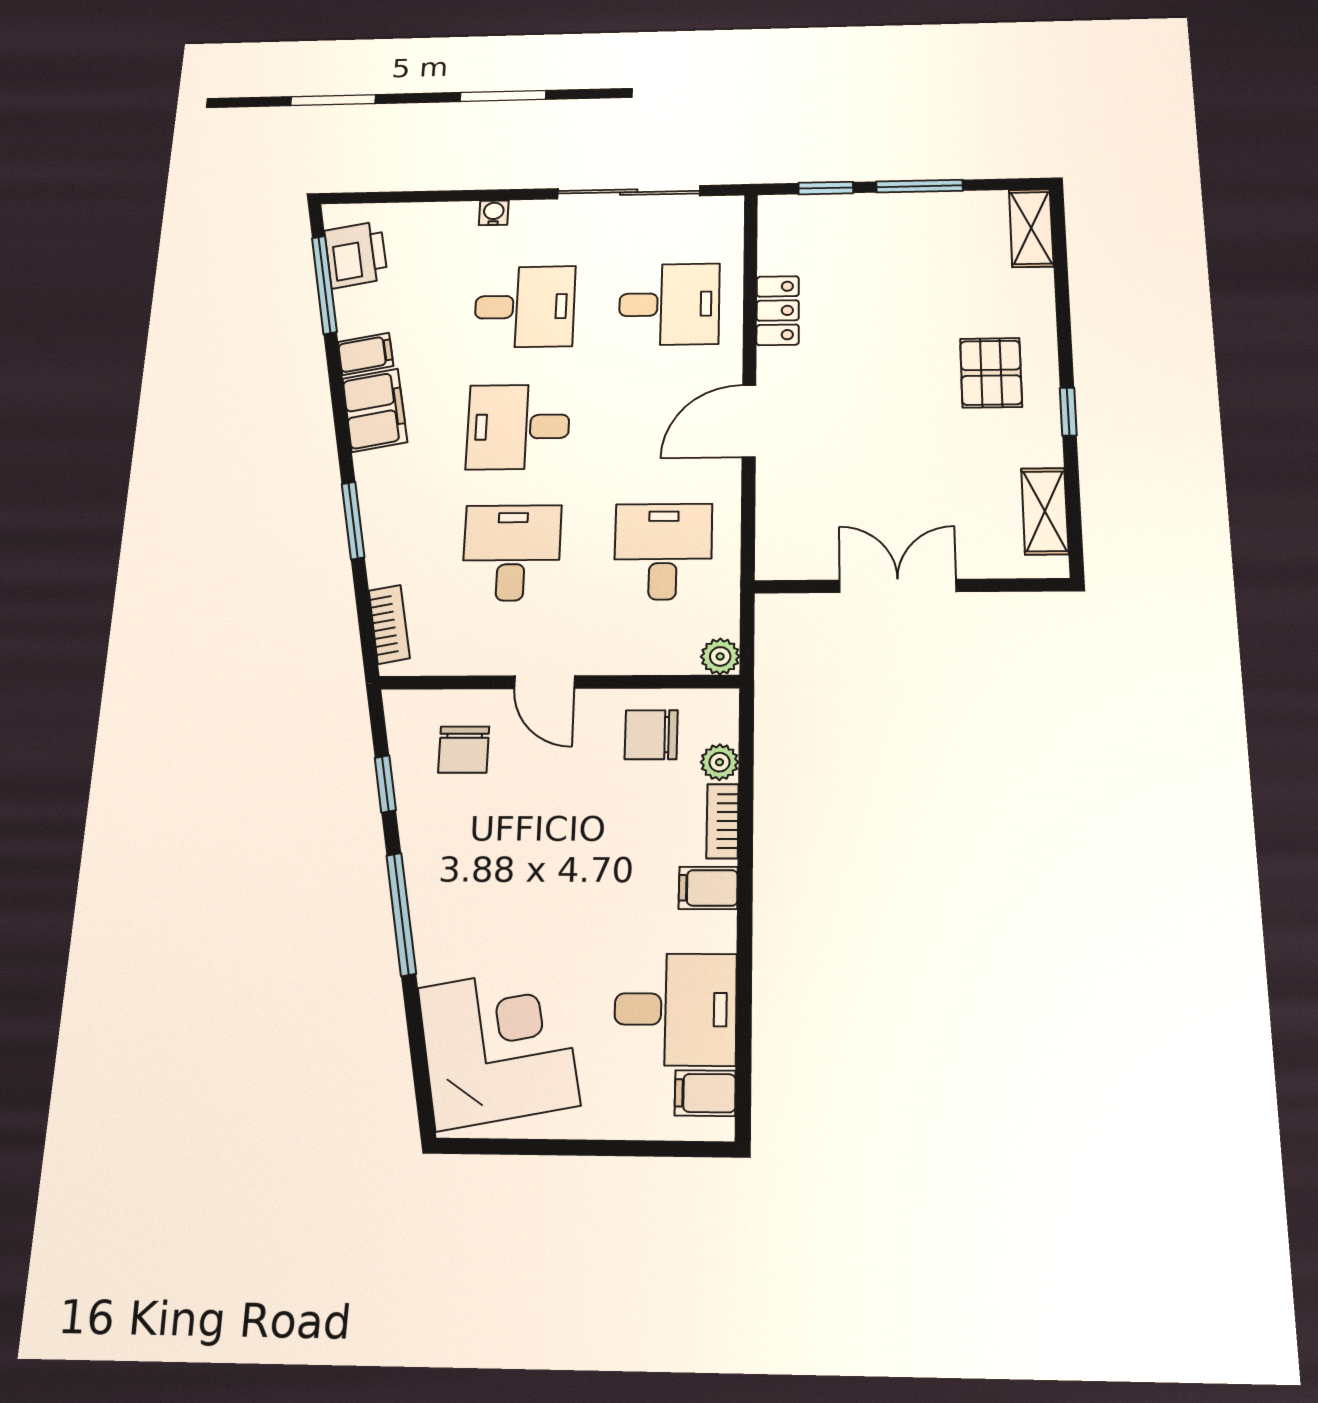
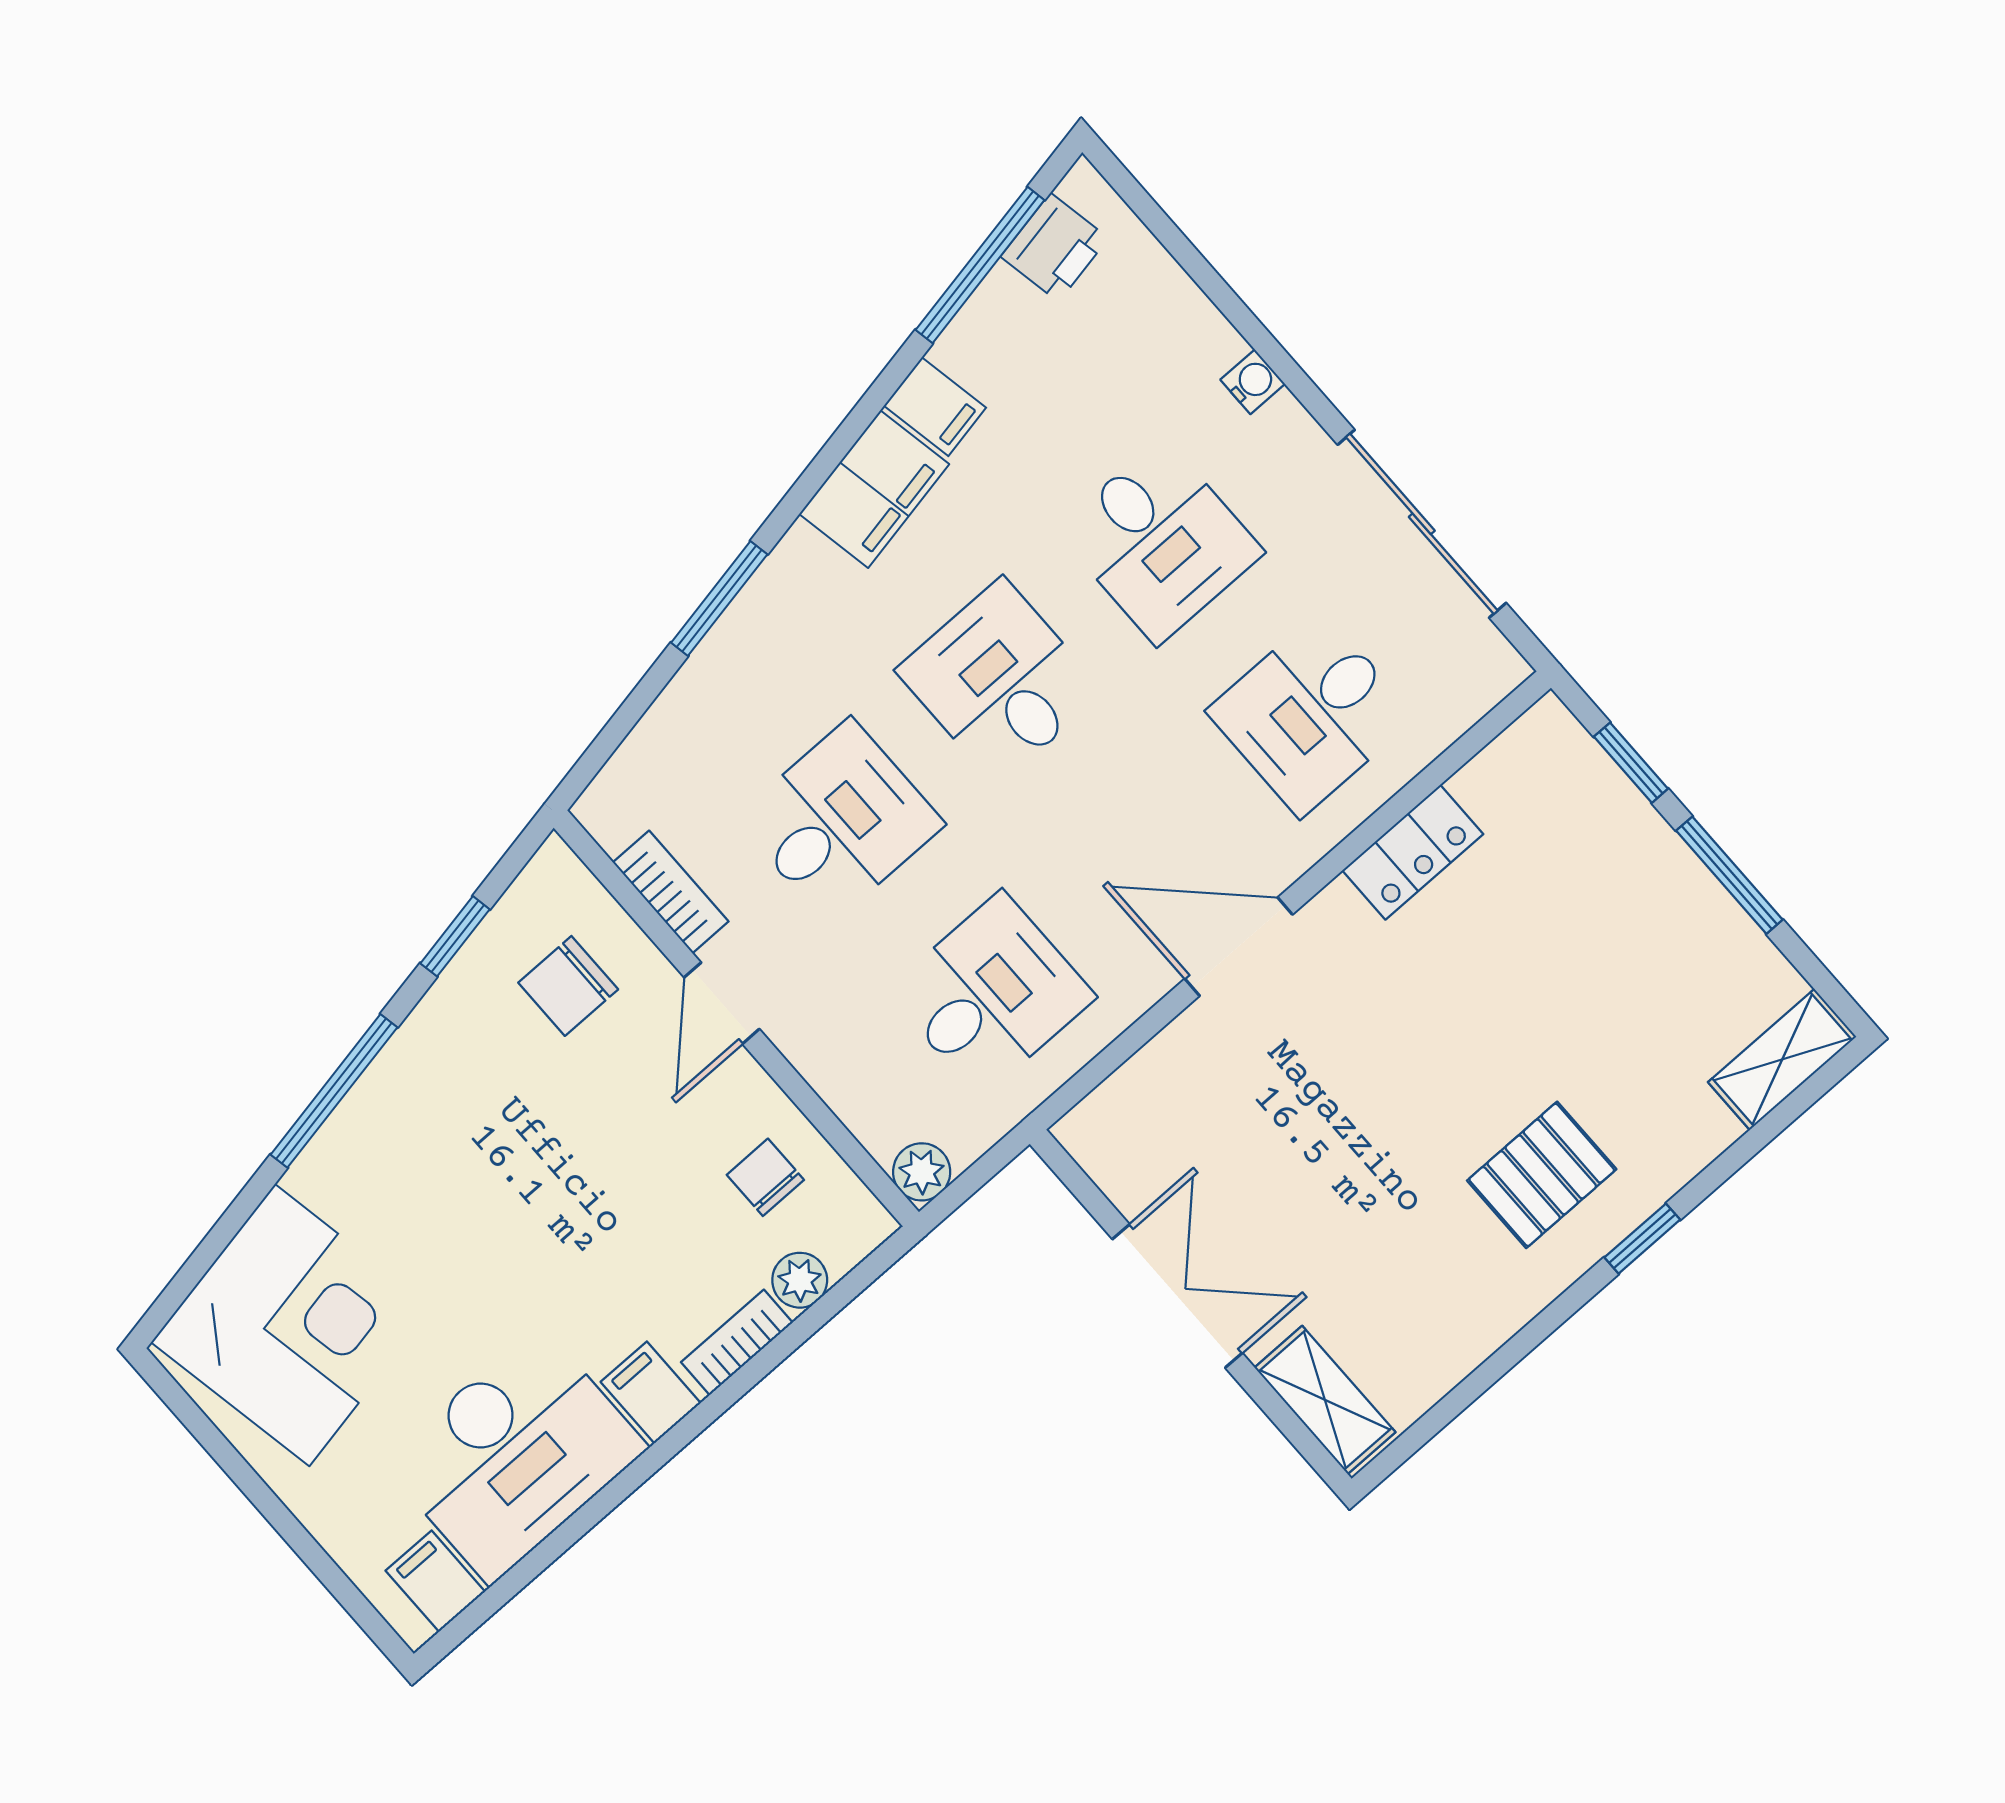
printer: (356, 255) -> (1055, 247), width x0.73, depth x0.81
desk: (669, 304) -> (1311, 714), turned 90
window: (1068, 412) -> (1642, 1239), moved
shelving: (1045, 511) -> (1325, 1400), moved, turned 90
bookcase: (389, 624) -> (671, 892), moved, turned -79
chair: (651, 735) -> (765, 1177), width x0.73, depth x0.73
desk: (675, 1009) -> (515, 1455), width x1.37

